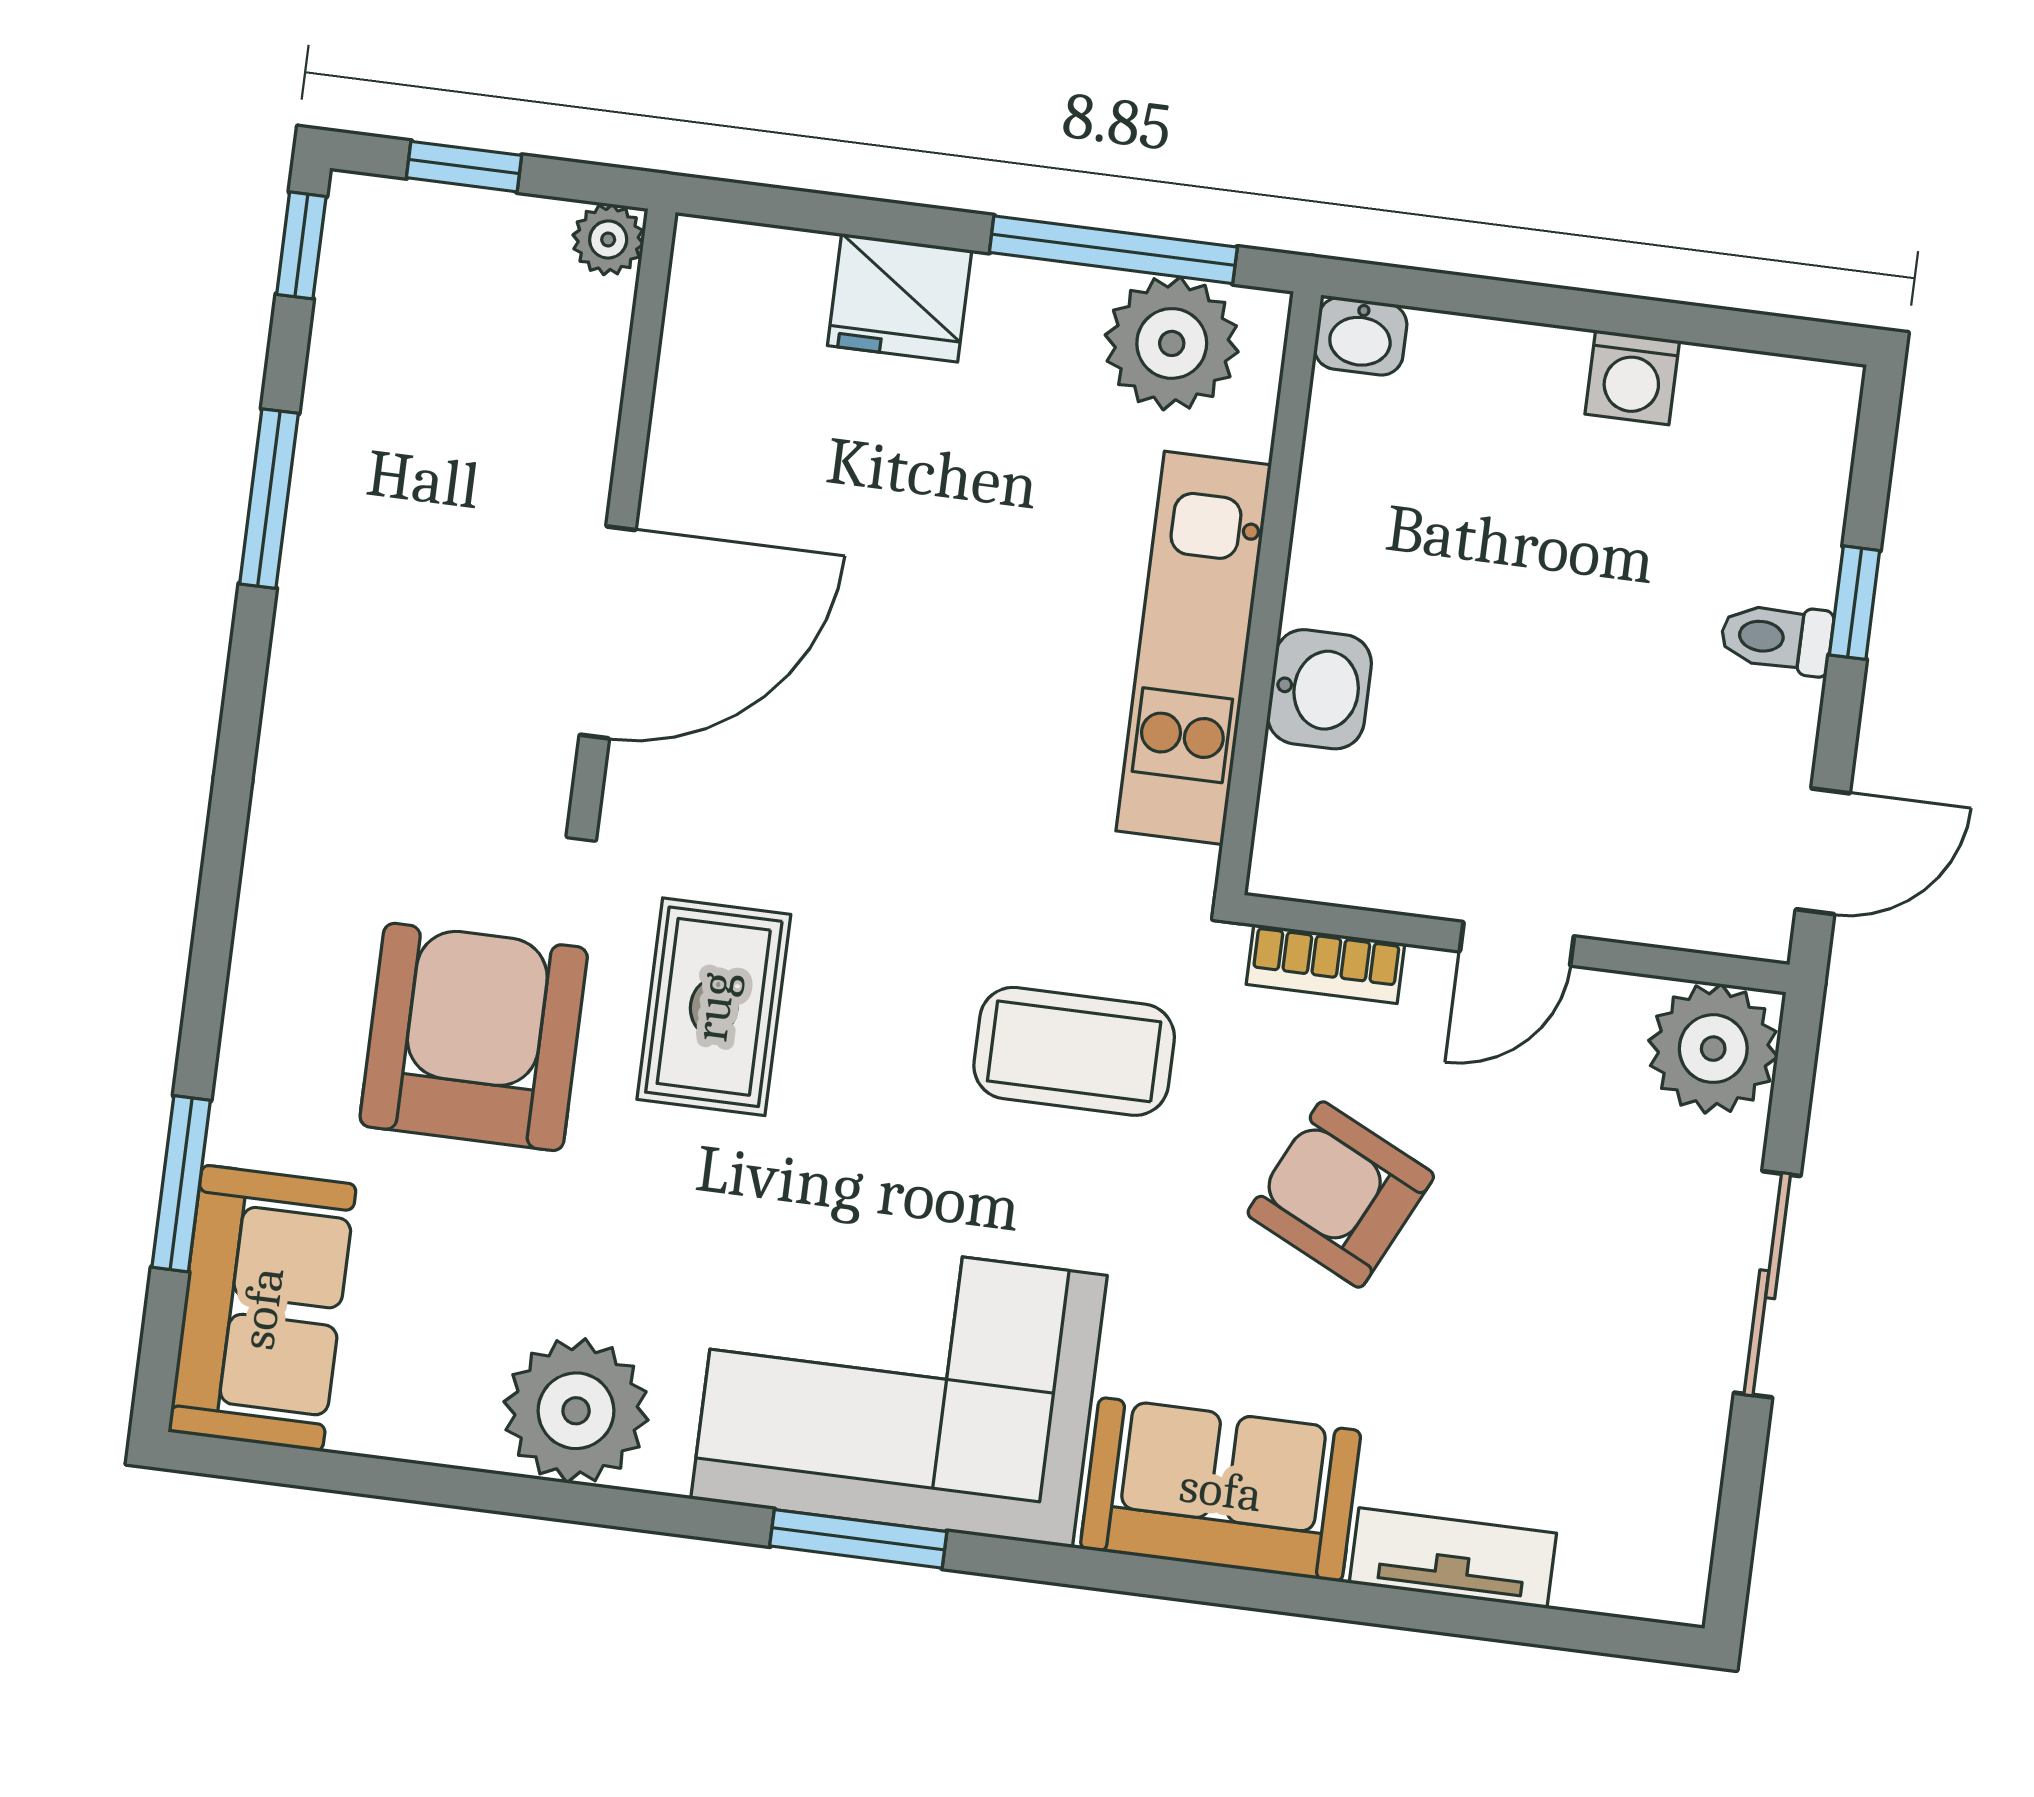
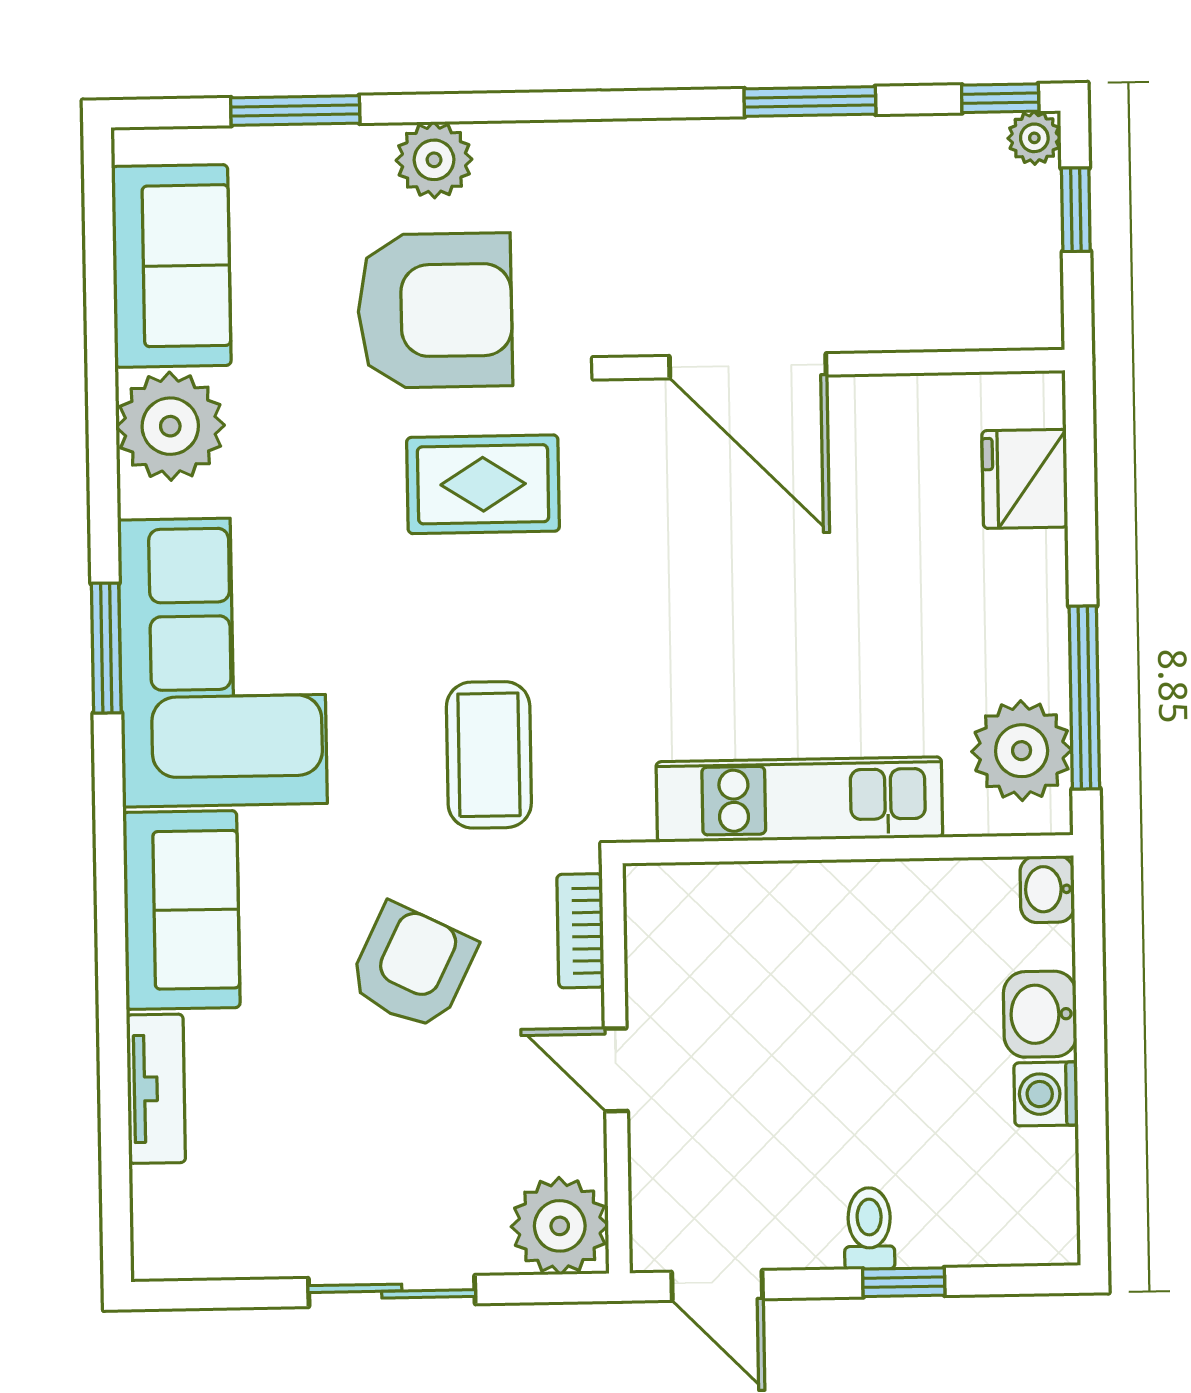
plant: (608, 239) -> (1034, 138), moved
fridge: (900, 298) -> (1025, 479), moved
washbasin: (1319, 689) -> (1040, 1014), moved, turned 90
plant: (274, 1009) -> (434, 160), added
sofa: (262, 1308) -> (171, 266), moved, turned -90

